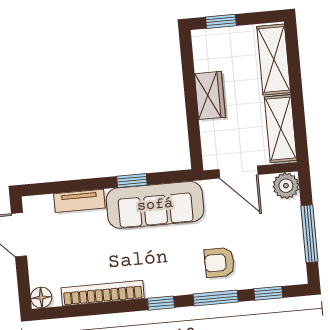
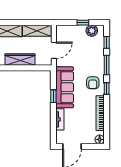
wardrobe: (210, 95) -> (20, 60), width x1.50
plant: (286, 186) -> (92, 31), moved
window: (309, 234) -> (83, 23), width x0.46
armchair: (219, 263) -> (93, 83), moved

